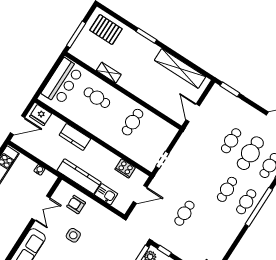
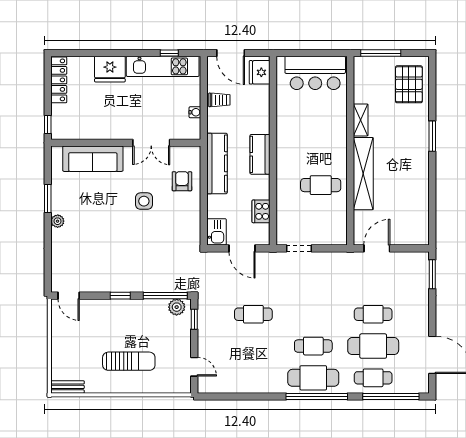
shelving: (180, 68) -> (363, 174), moved
cafe table: (97, 98) -> (322, 125), removed
kitchen counter: (75, 137) -> (260, 154), moved
trolley: (42, 150) -> (219, 100), added
kitchen sink: (106, 194) -> (217, 232), moved
cafe table: (246, 202) -> (313, 378), width x1.37, depth x1.35

